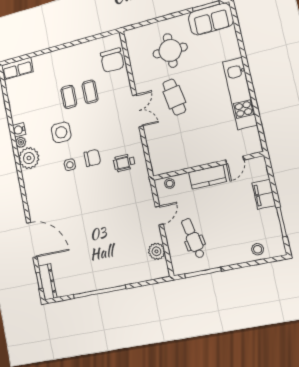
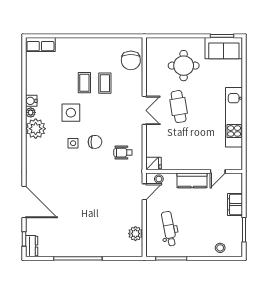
fridge: (160, 167) -> (153, 163), added
door: (159, 215) -> (144, 192), moved
dresser: (48, 282) -> (32, 246), width x0.70

